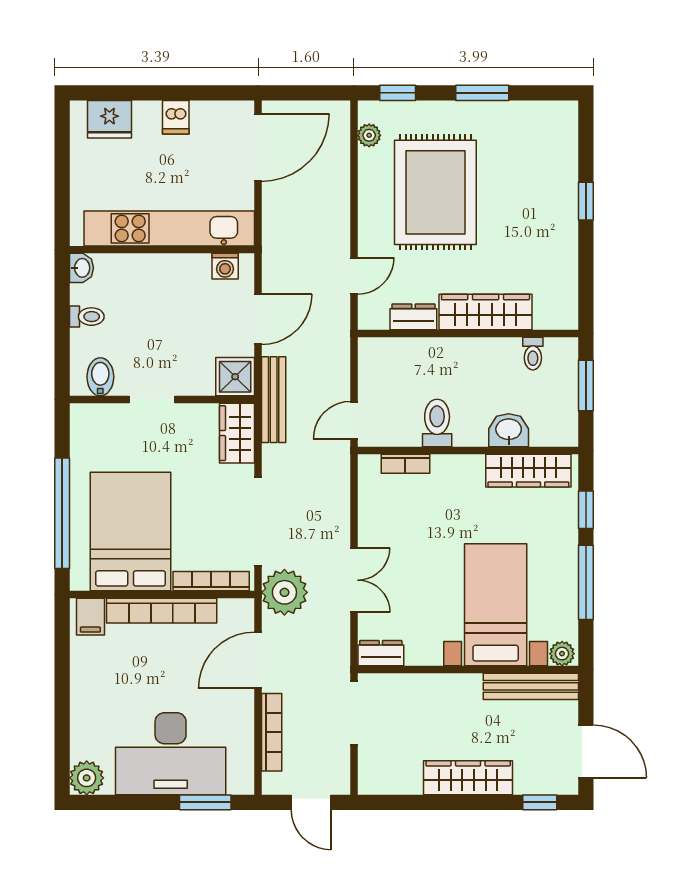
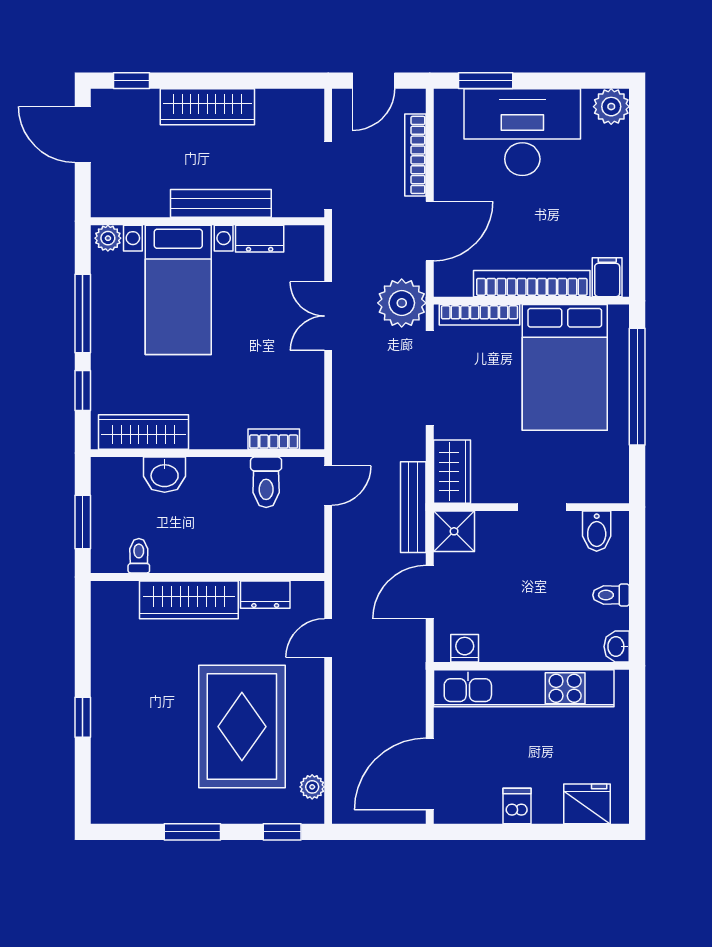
toilet: (437, 423) -> (266, 482), moved
dresser: (381, 653) -> (260, 239), moved
bench: (531, 686) -> (221, 203), moved
door: (311, 802) -> (374, 81), swing flipped

